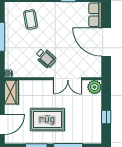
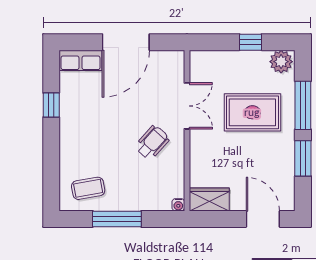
coffee table: (31, 19) -> (88, 188), moved
plant: (94, 87) -> (281, 62), moved
rug: (47, 119) -> (252, 112), moved, turned 90

